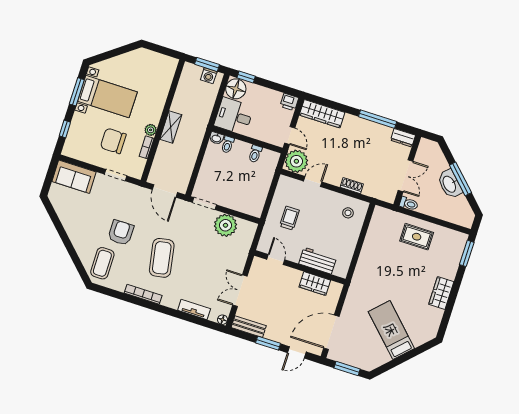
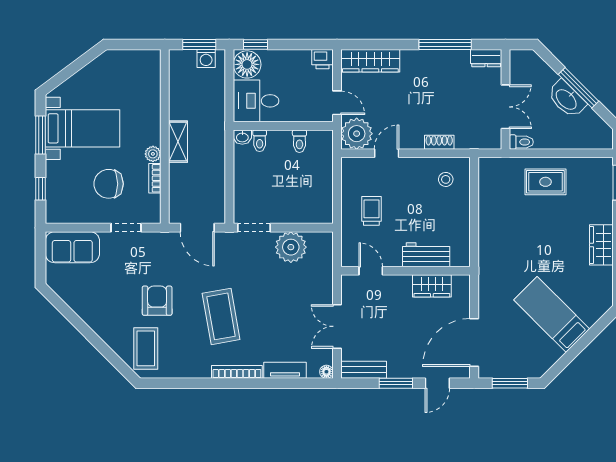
bookcase: (143, 294) -> (237, 372), moved

